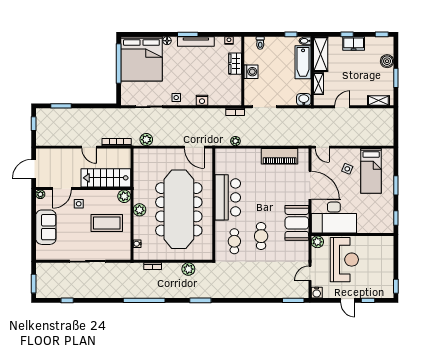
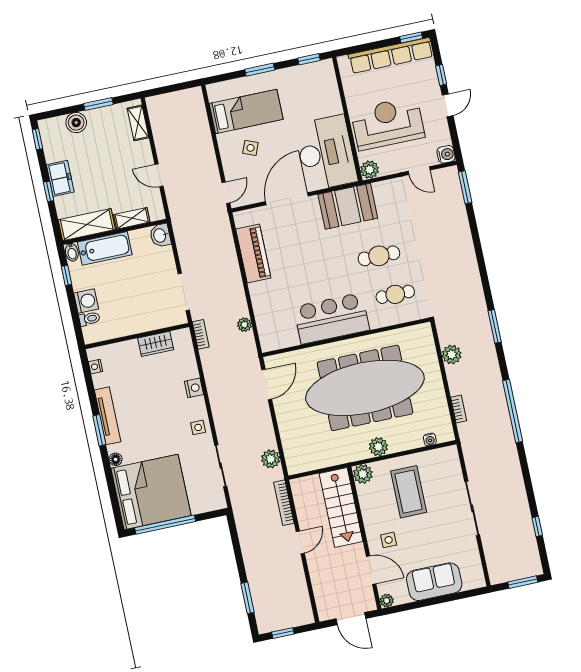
wardrobe: (235, 64) -> (156, 344), moved
washing machine: (251, 72) -> (86, 301), moved, turned 90
row of seats: (387, 271) -> (391, 55), added

